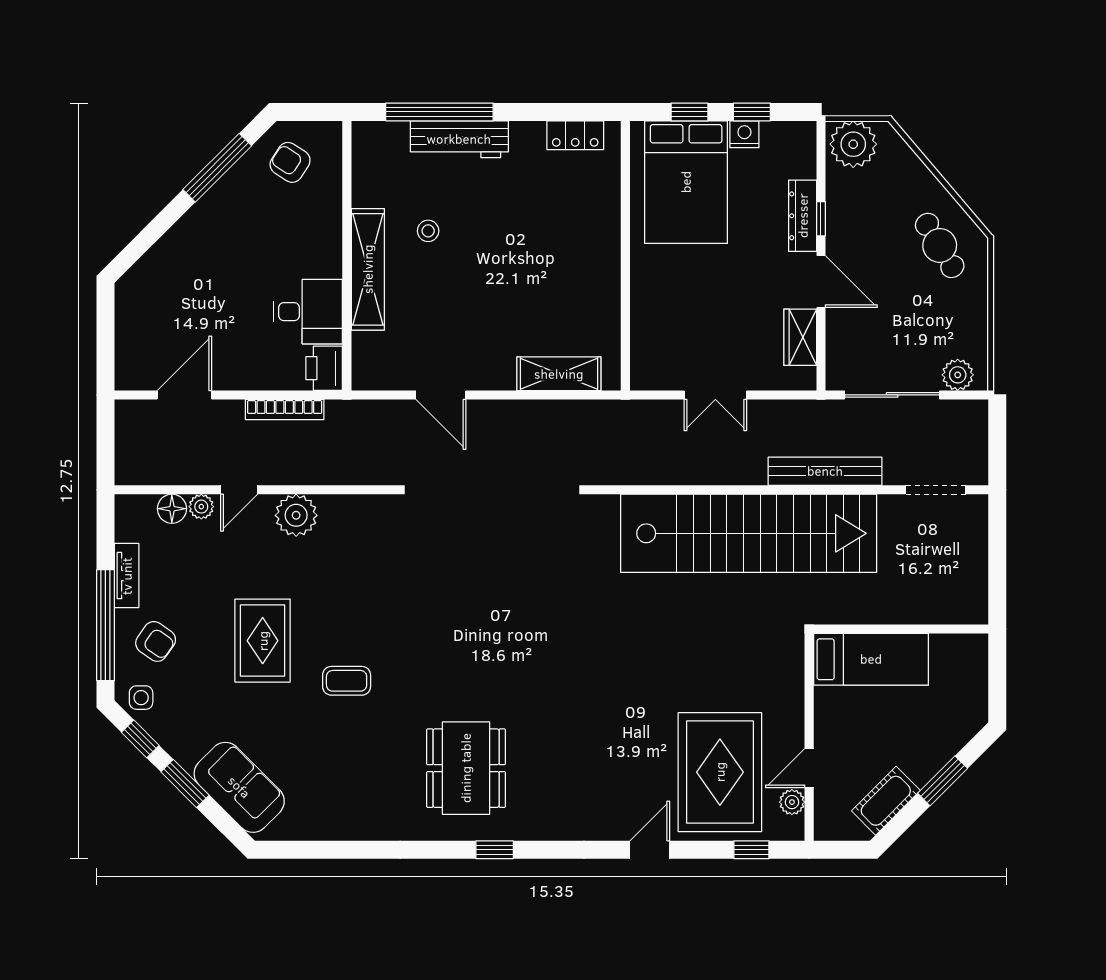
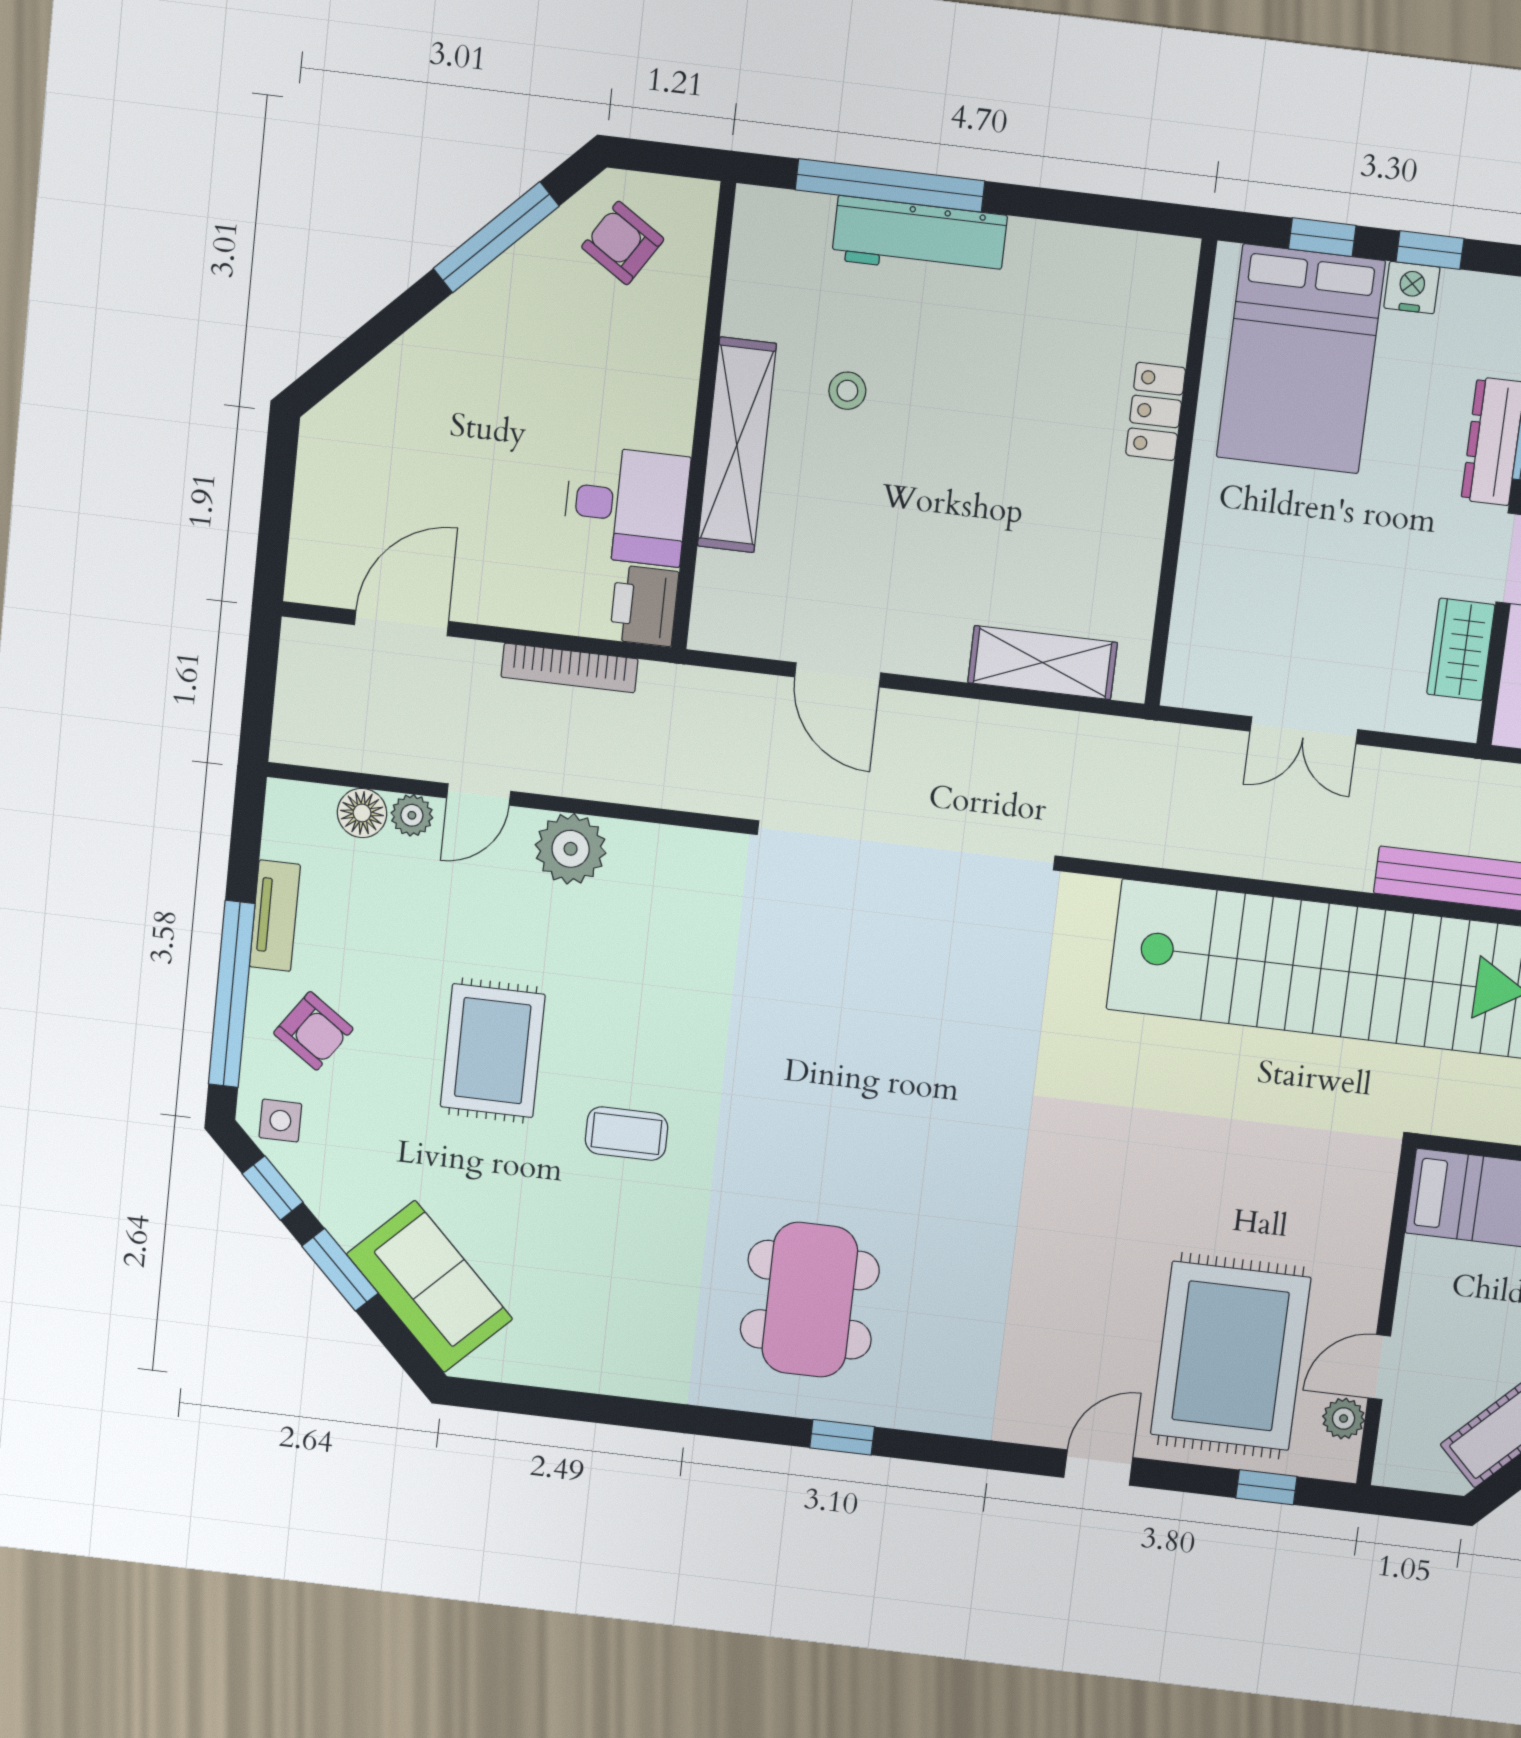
locker: (575, 135) -> (1156, 411), moved, turned 90

